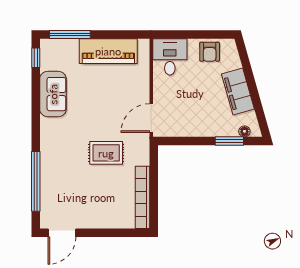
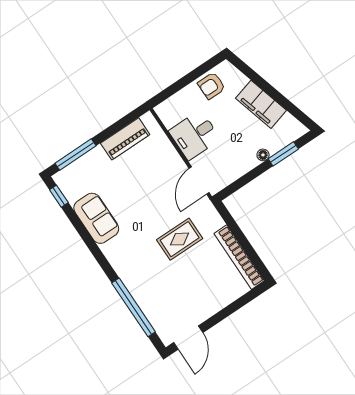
piano: (108, 51) -> (125, 139), width x0.73, depth x0.75
armchair: (210, 52) -> (212, 86), turned 90
desk: (170, 57) -> (195, 135), moved, turned -90
floor lamp: (244, 131) -> (263, 155), moved

